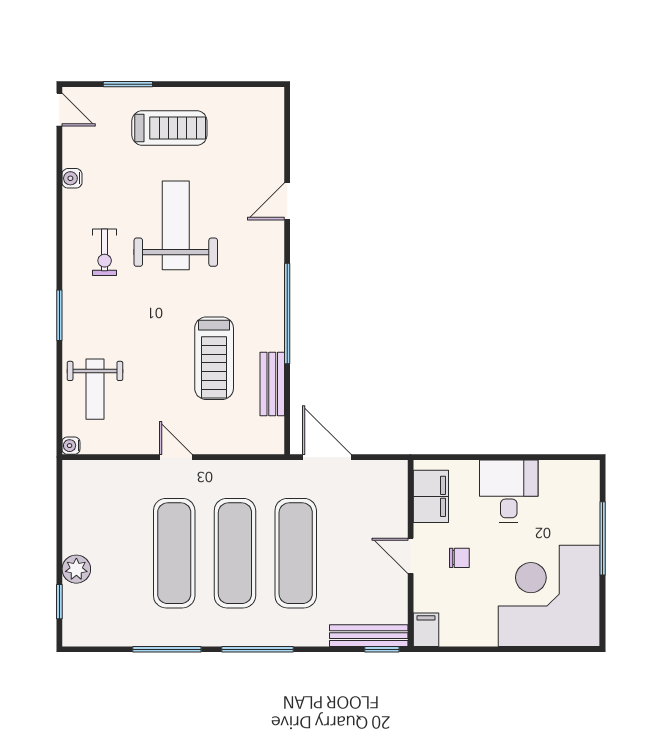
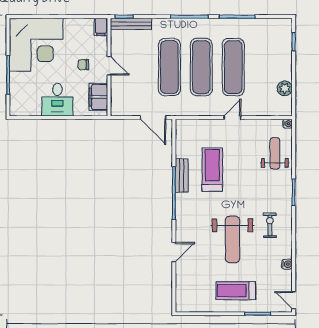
bench: (272, 384) -> (182, 176), moved
door: (176, 457) -> (232, 118), swing flipped
plant: (76, 569) -> (285, 88), moved

